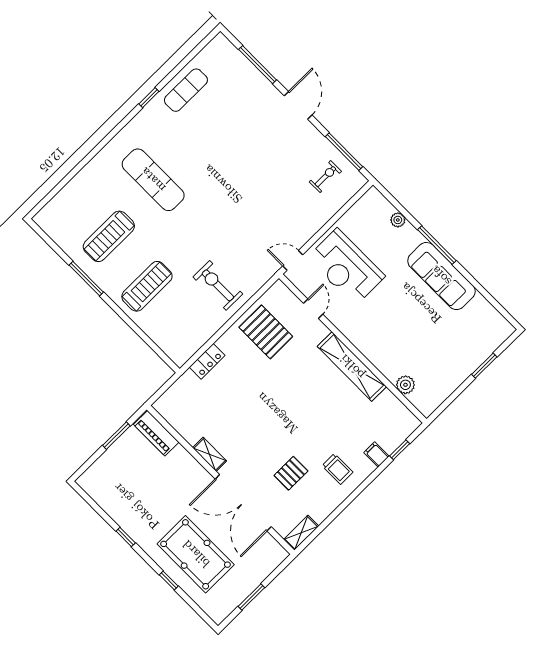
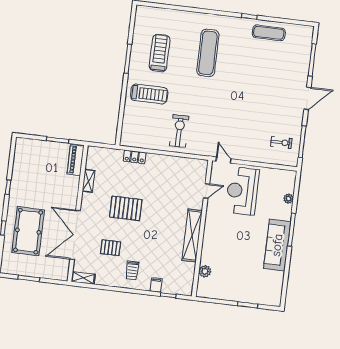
treadmill: (109, 236) -> (160, 53), turned 90
pallet: (266, 332) -> (126, 208), moved, turned 90
shelving: (210, 454) -> (89, 181), moved

